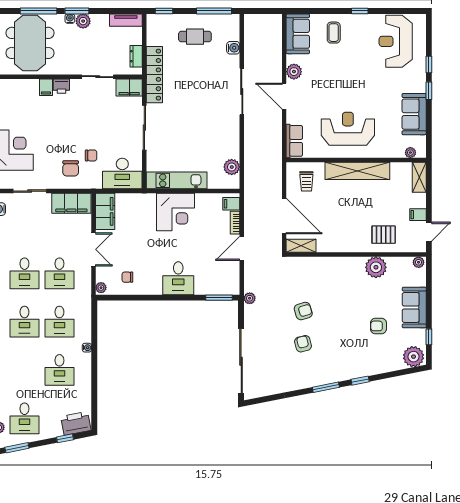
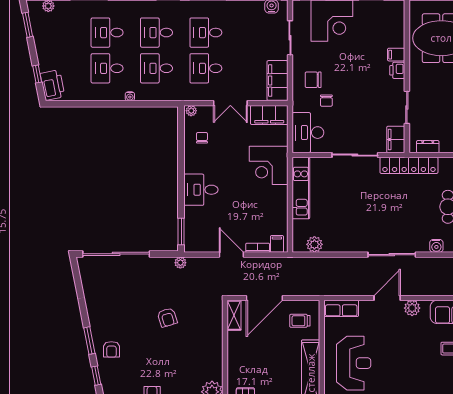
corner desk: (176, 212) -> (269, 165), moved
armchair: (303, 344) -> (111, 349), moved, turned 104
desk: (24, 418) -> (107, 33), moved

